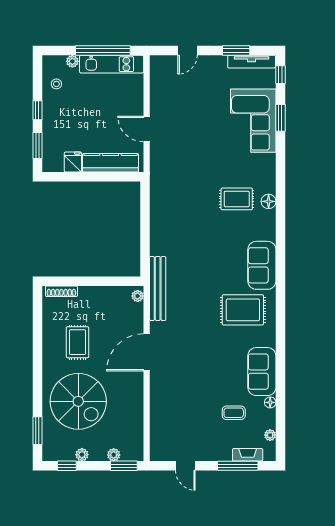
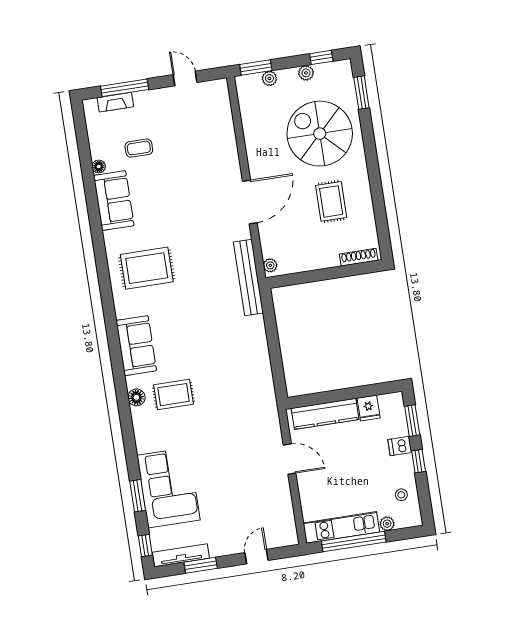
dishwasher: (51, 126) -> (400, 446), added
sofa: (262, 265) -> (136, 346), moved
plant: (270, 435) -> (93, 129), removed

